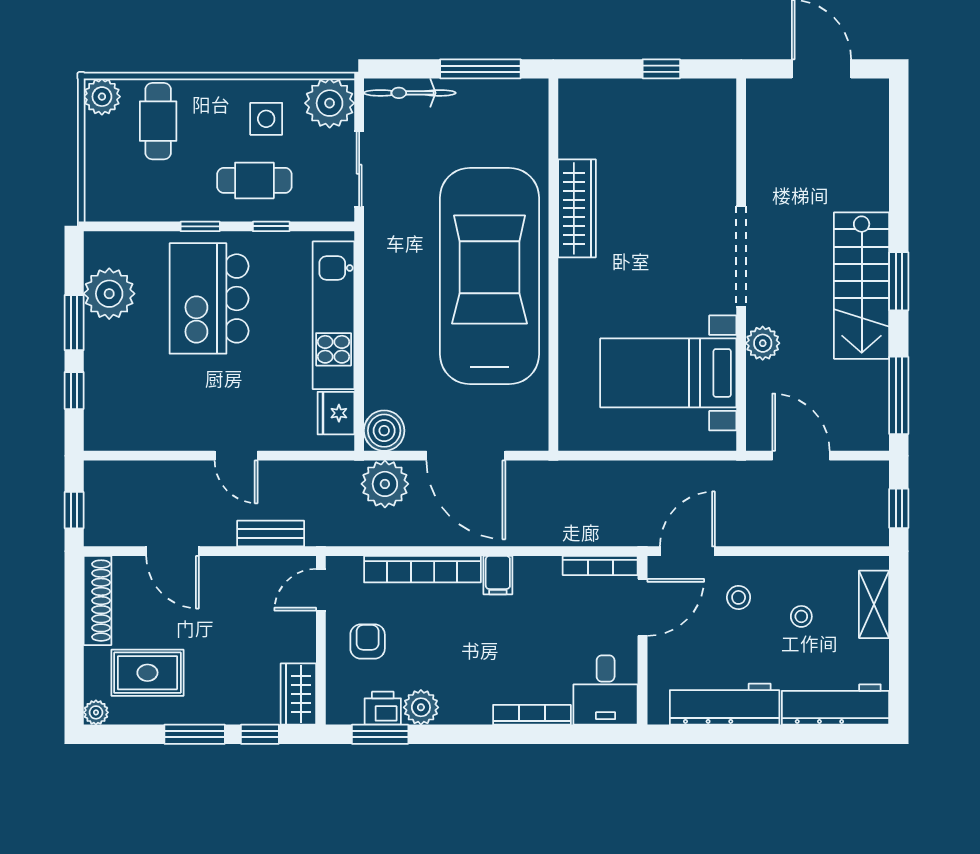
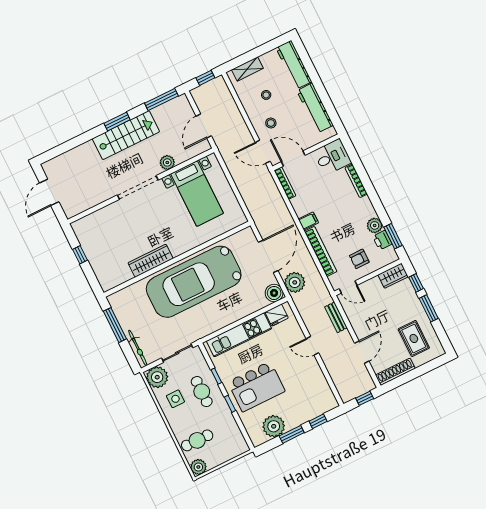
door: (236, 456) -> (312, 346), swing flipped
plant: (96, 712) -> (439, 351), removed

